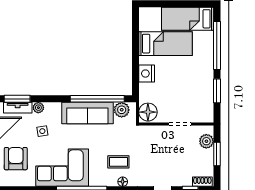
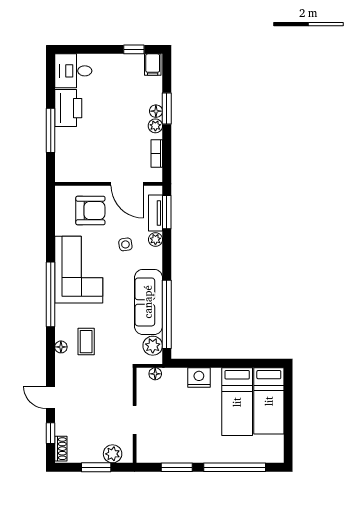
bed: (188, 19) -> (269, 401), moved, turned 180
floor lamp: (148, 112) -> (155, 374), width x0.53, depth x0.53

